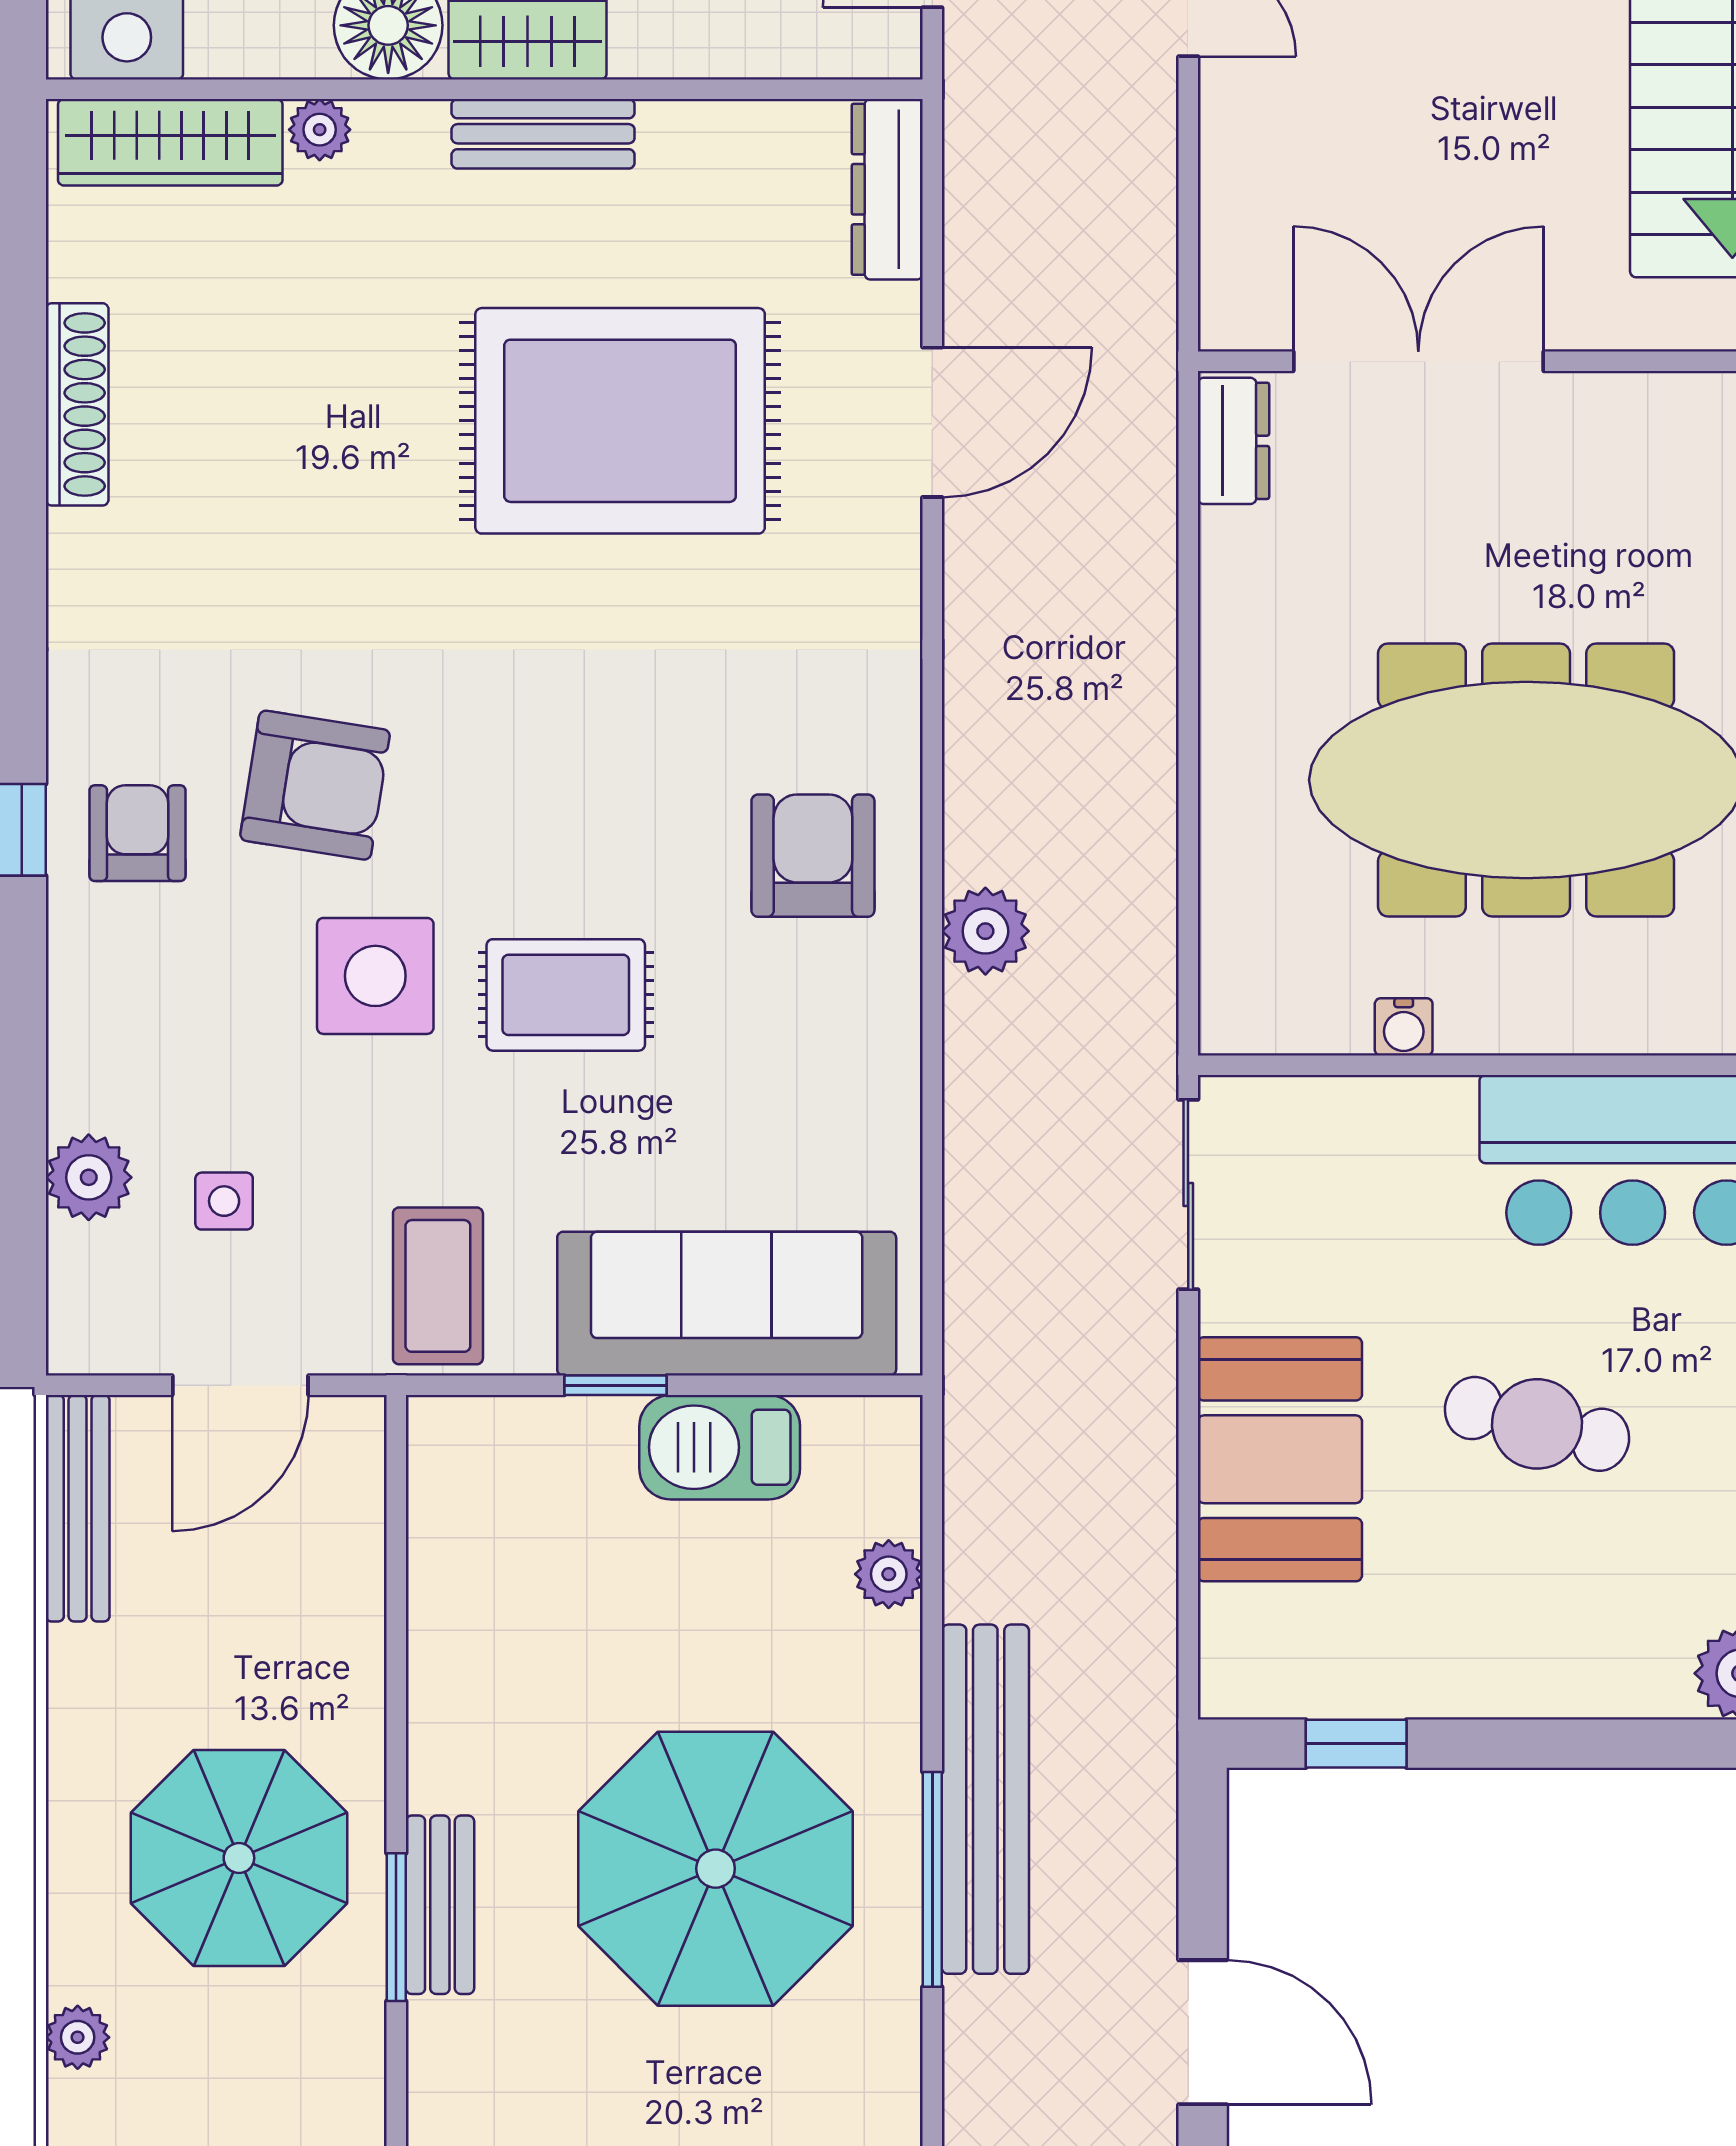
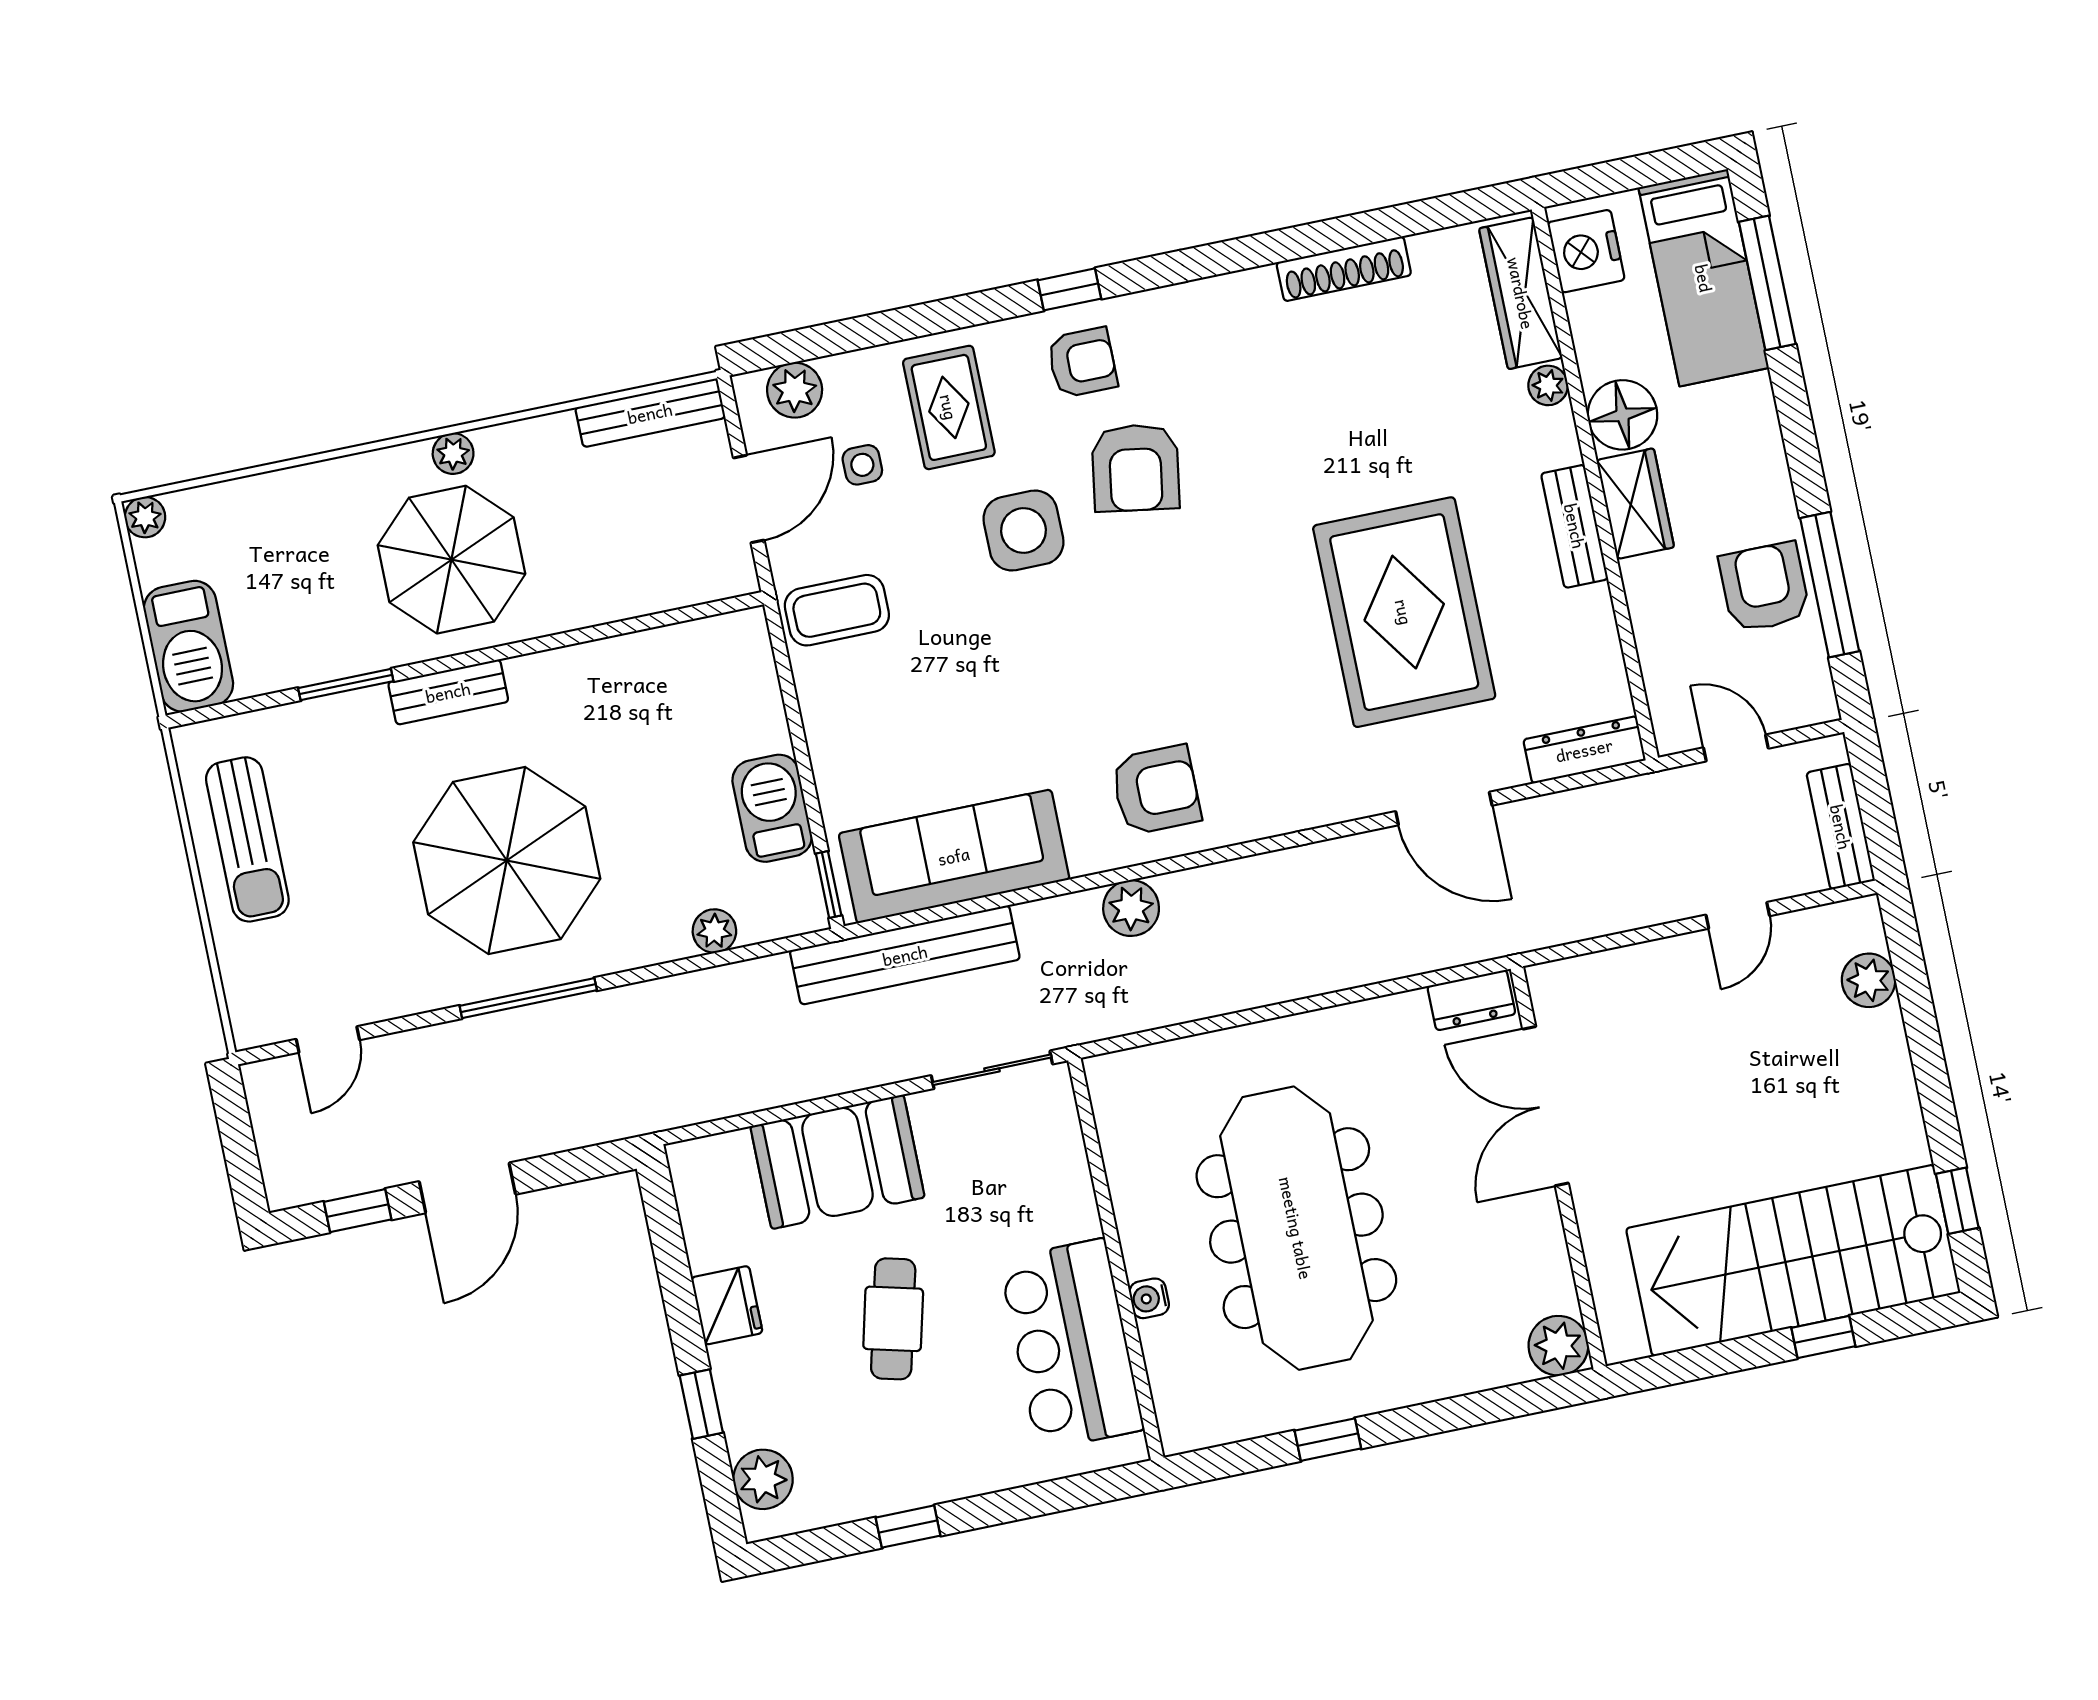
double door: (1418, 361) -> (1546, 1106), swing flipped
rug: (566, 995) -> (949, 407), moved
water cooler: (1404, 1027) -> (1149, 1298), moved
plant: (89, 1177) -> (795, 390), moved
sofa: (727, 1304) -> (954, 856), moved, turned -90
door: (240, 1385) -> (749, 499), swing flipped
window: (615, 1385) -> (829, 885), moved
fridge: (1464, 1673) -> (727, 1305), added
window: (1356, 1744) -> (701, 1404), moved
bench: (985, 1799) -> (905, 955), moved
window: (396, 1927) -> (346, 685), moved
plant: (78, 2037) -> (453, 454), moved

